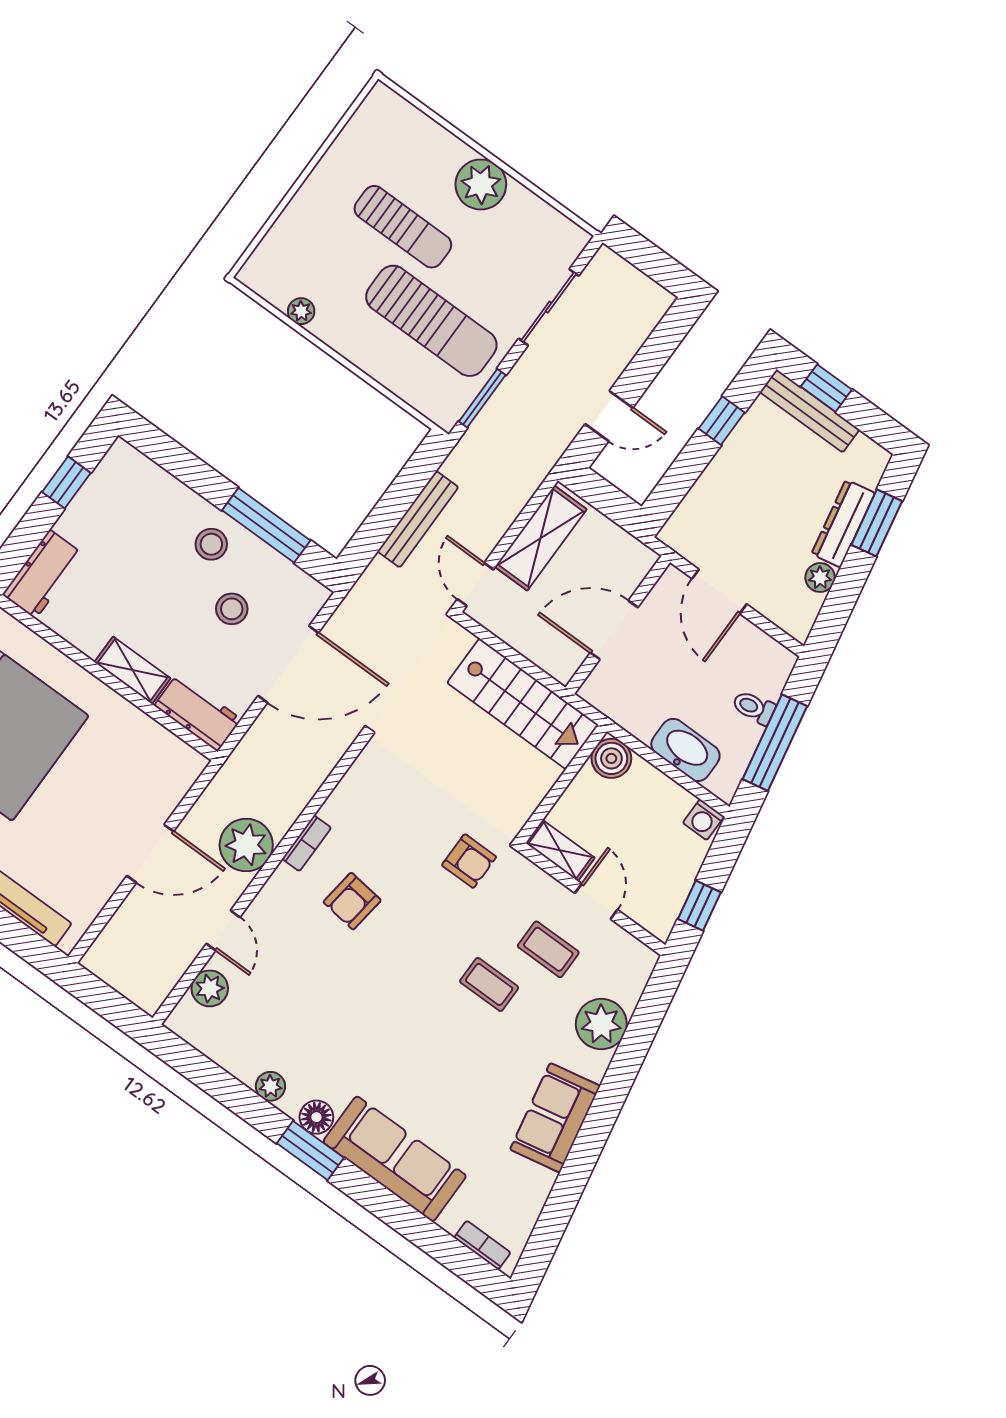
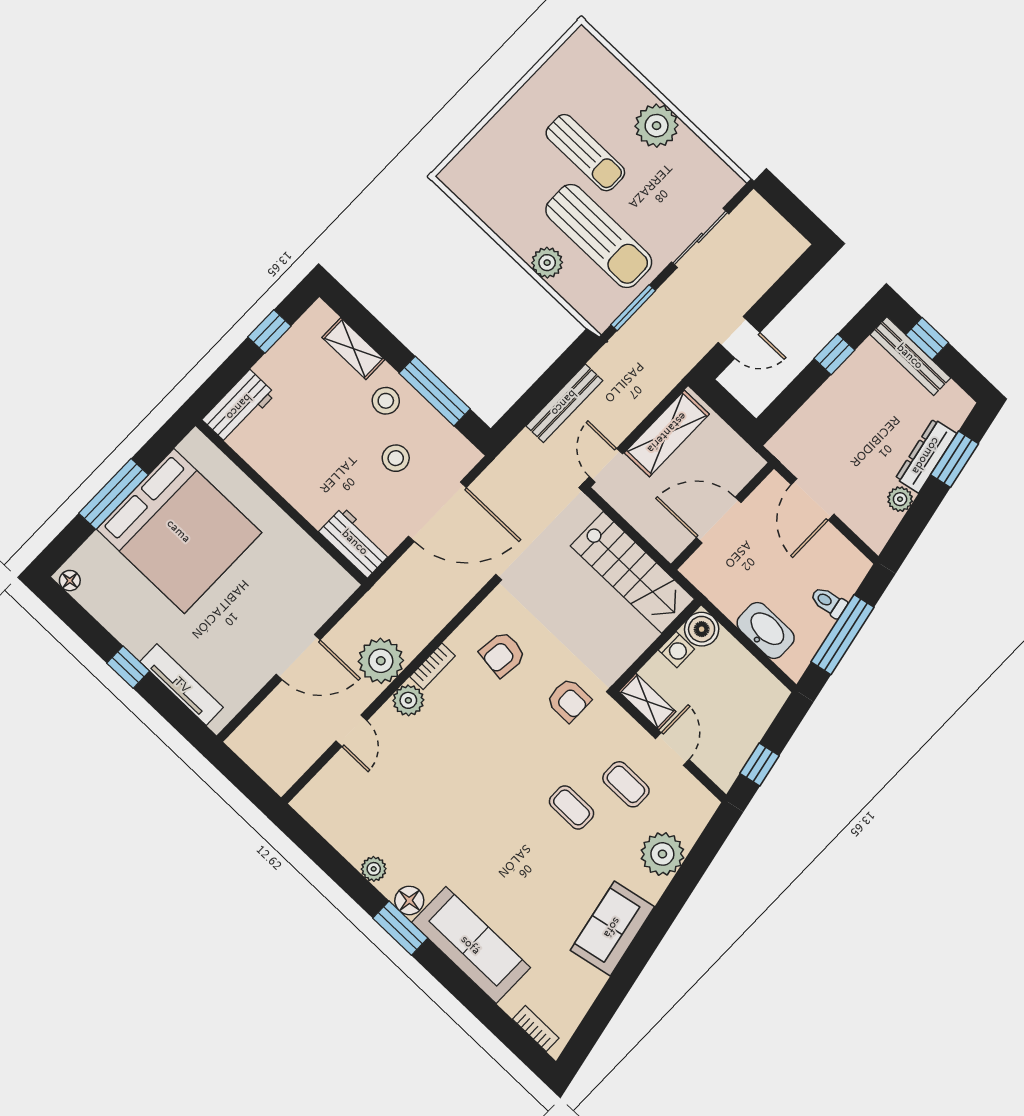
plant: (301, 311) -> (547, 263), moved, width x1.38, depth x1.38
shelving: (132, 670) -> (353, 349), moved
washing machine: (703, 820) -> (676, 650), moved, turned -90
armchair: (352, 901) -> (502, 654), moved
plant: (210, 988) -> (408, 700), moved

